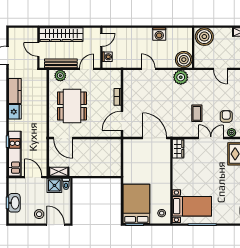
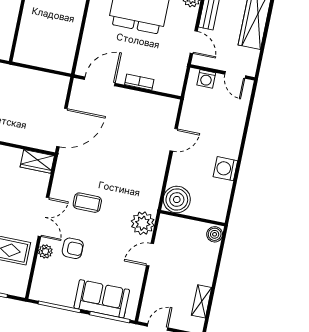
boiler: (204, 37) -> (215, 234), width x0.54, depth x0.54
plant: (181, 77) -> (143, 223), moved
door: (122, 121) -> (100, 81), hinge flipped

